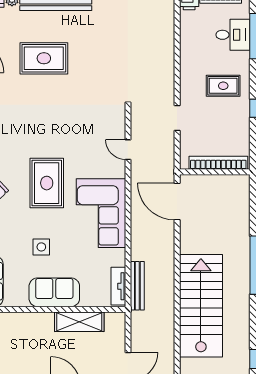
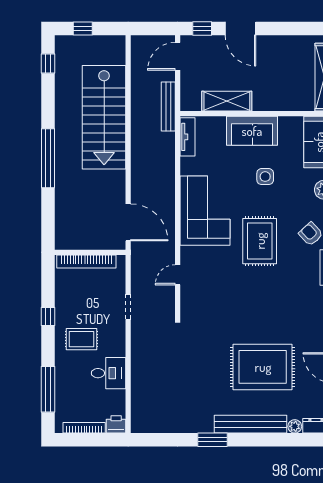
desk: (233, 35) -> (109, 373), moved, turned 180
rug: (44, 58) -> (263, 367), width x1.37, depth x1.44
door: (128, 150) -> (178, 275), swing flipped
bench: (137, 286) -> (168, 107), moved

